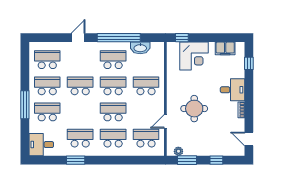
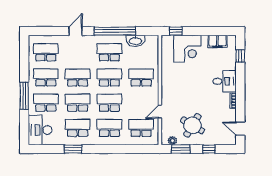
round table: (194, 109) -> (192, 125), moved, turned 31
school desk: (80, 112) -> (78, 103), added
desk: (41, 145) -> (40, 130), width x1.37

